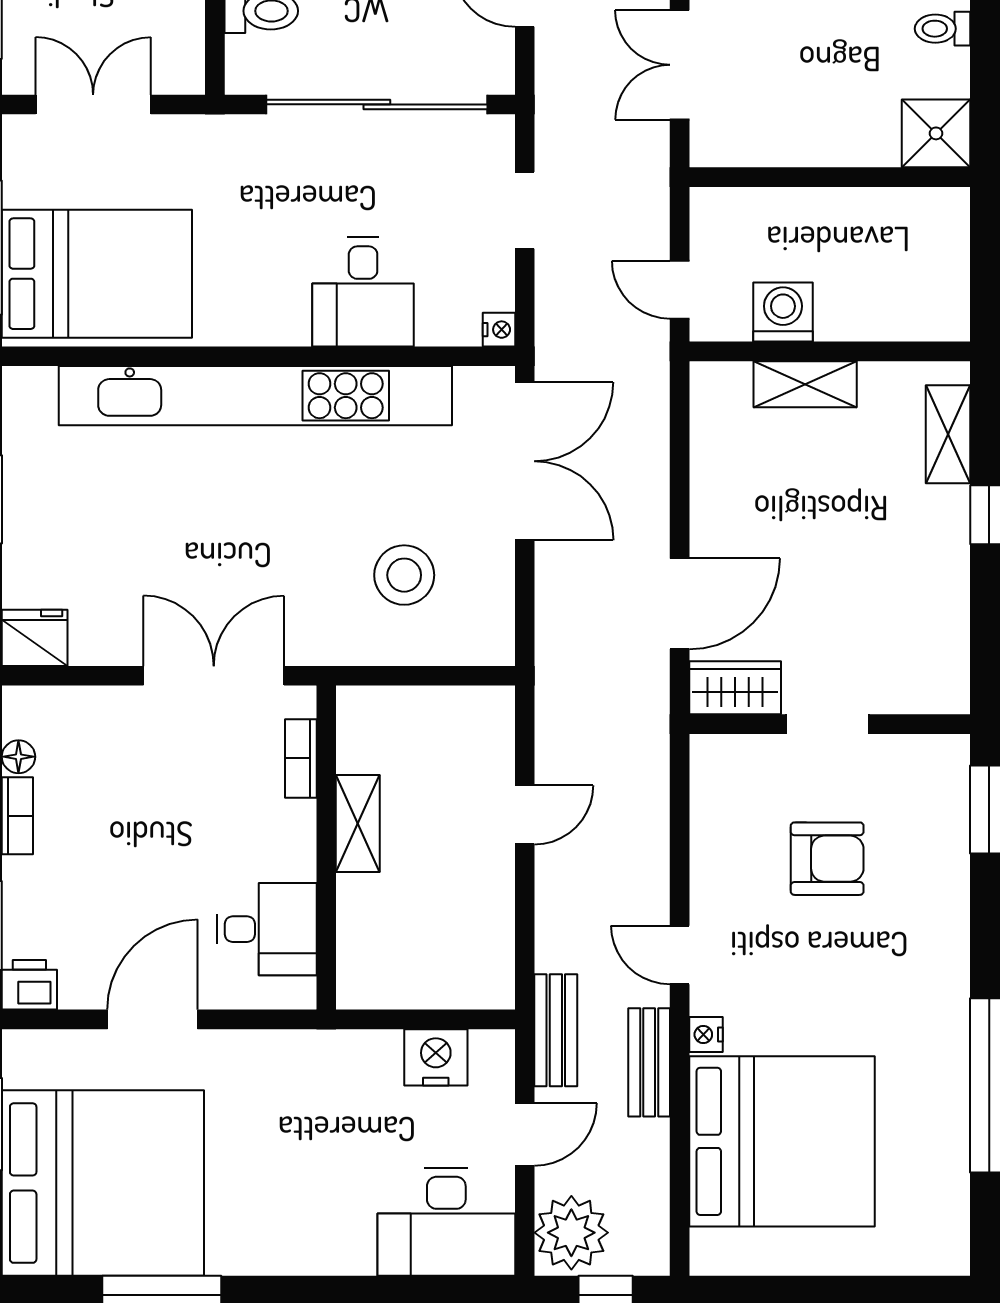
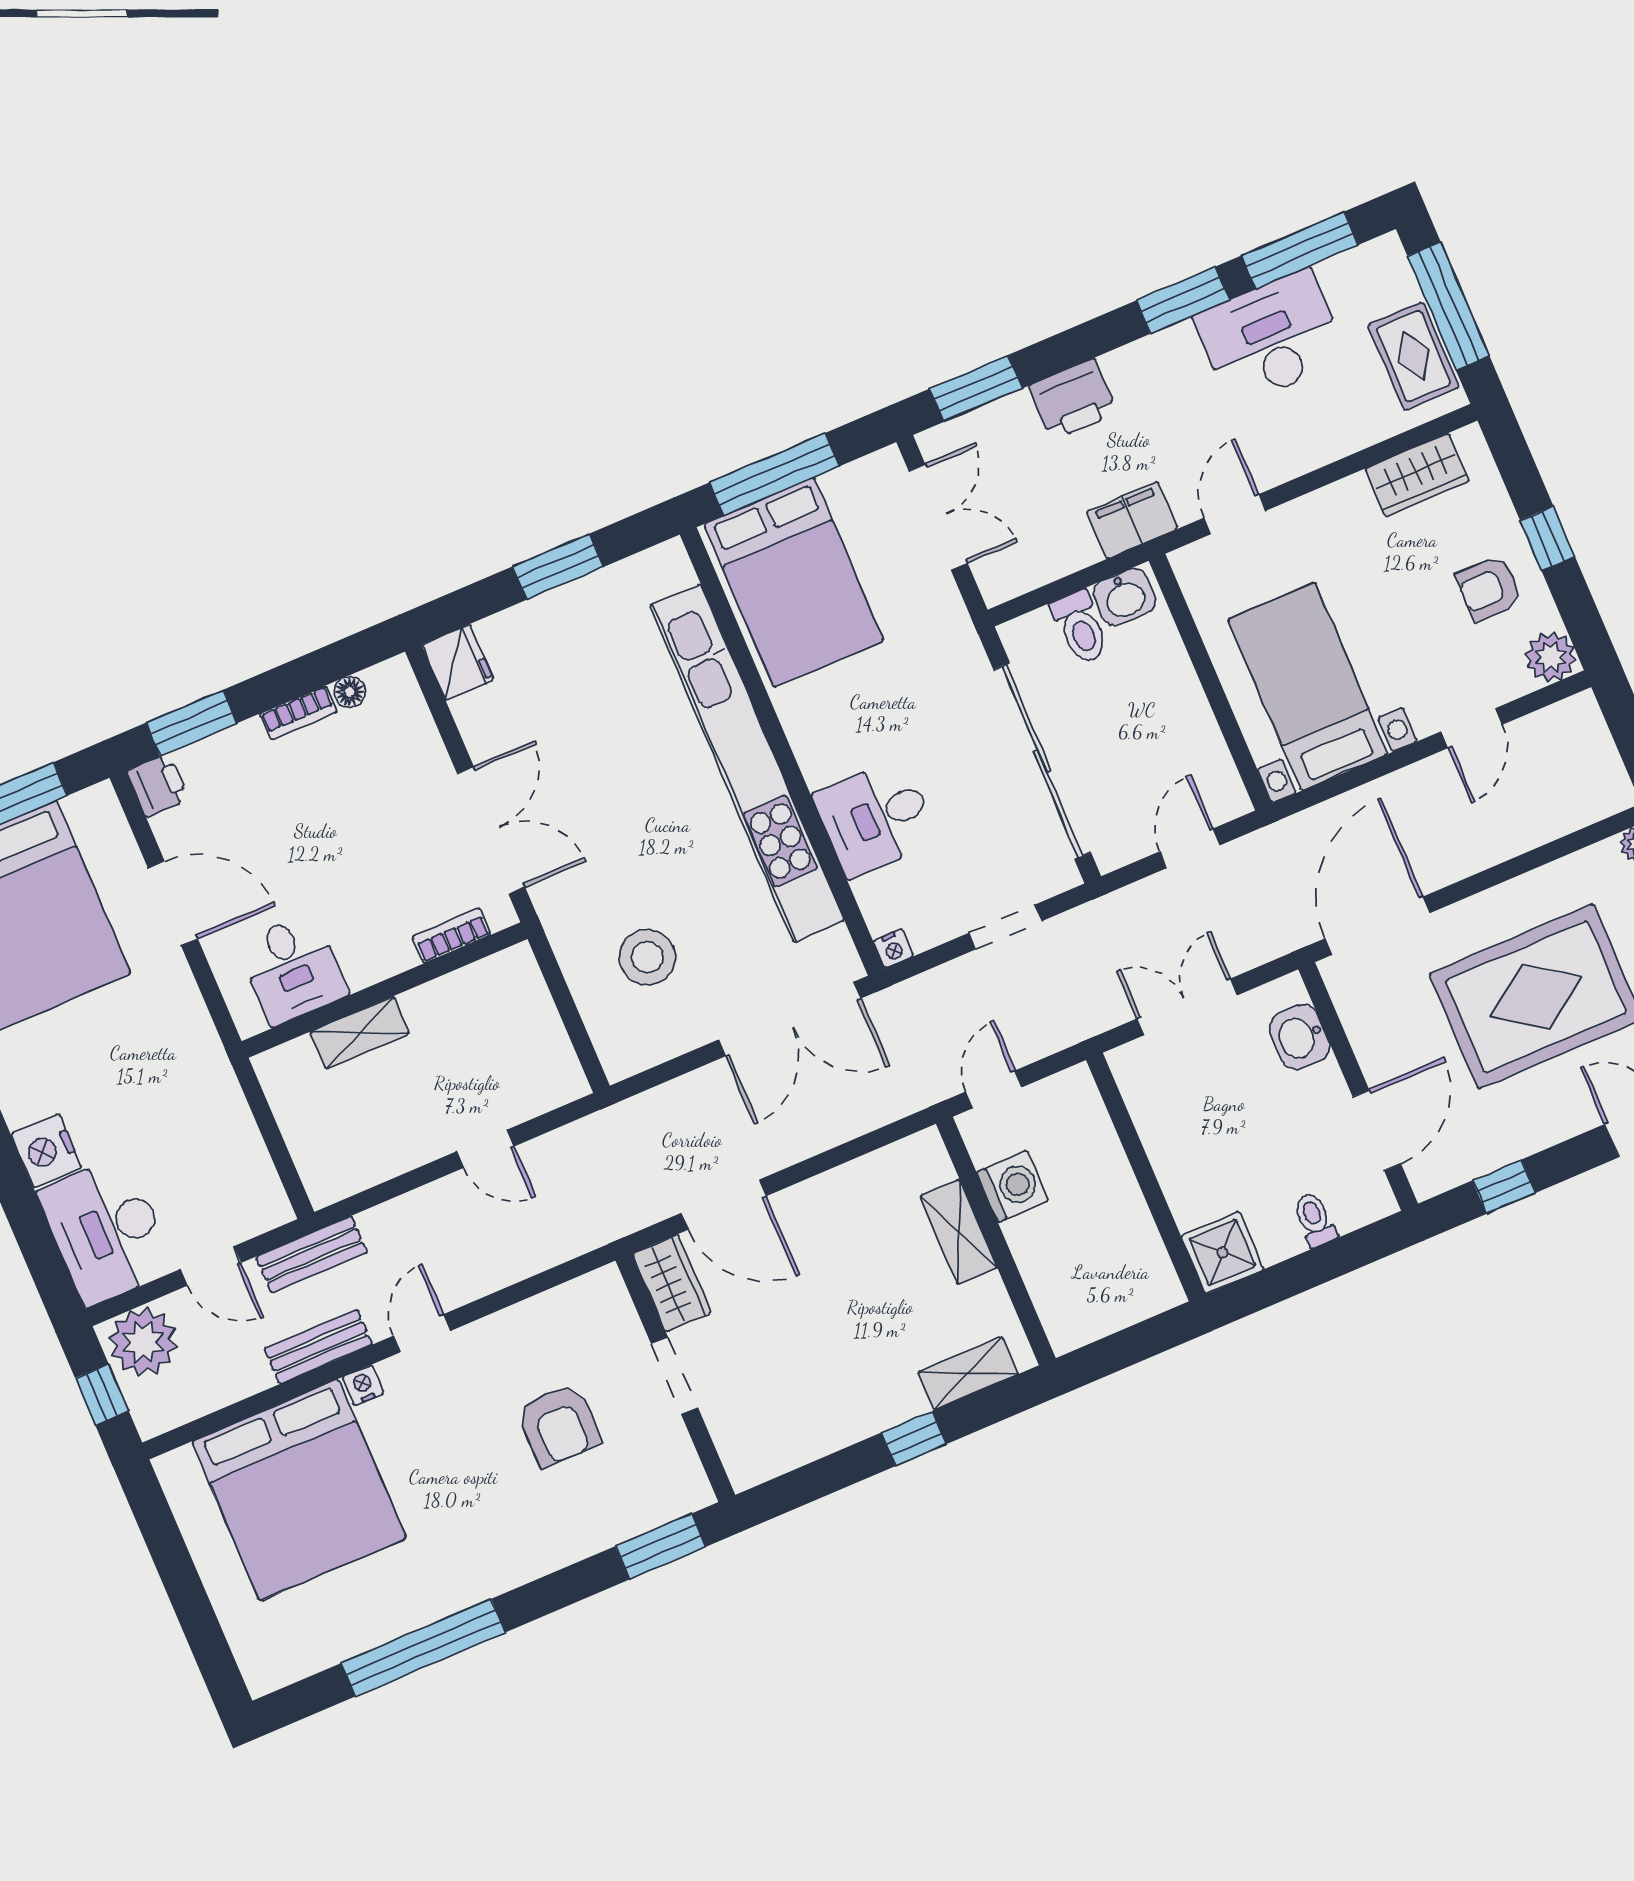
shelving: (358, 823) -> (360, 1033), moved
nightstand: (436, 1057) -> (46, 1151), moved, turned 180

